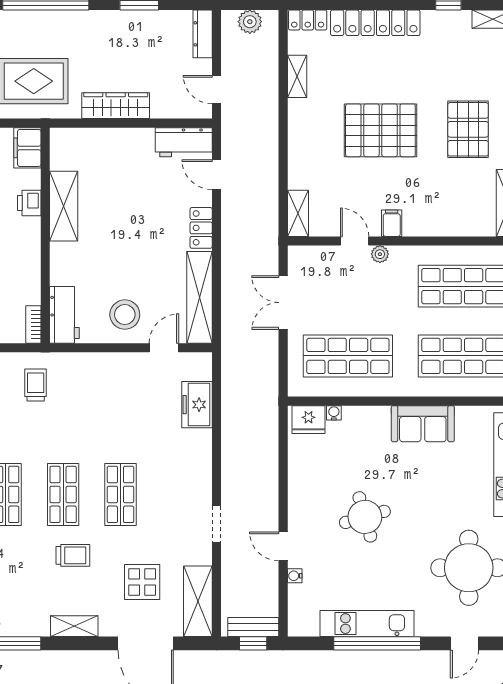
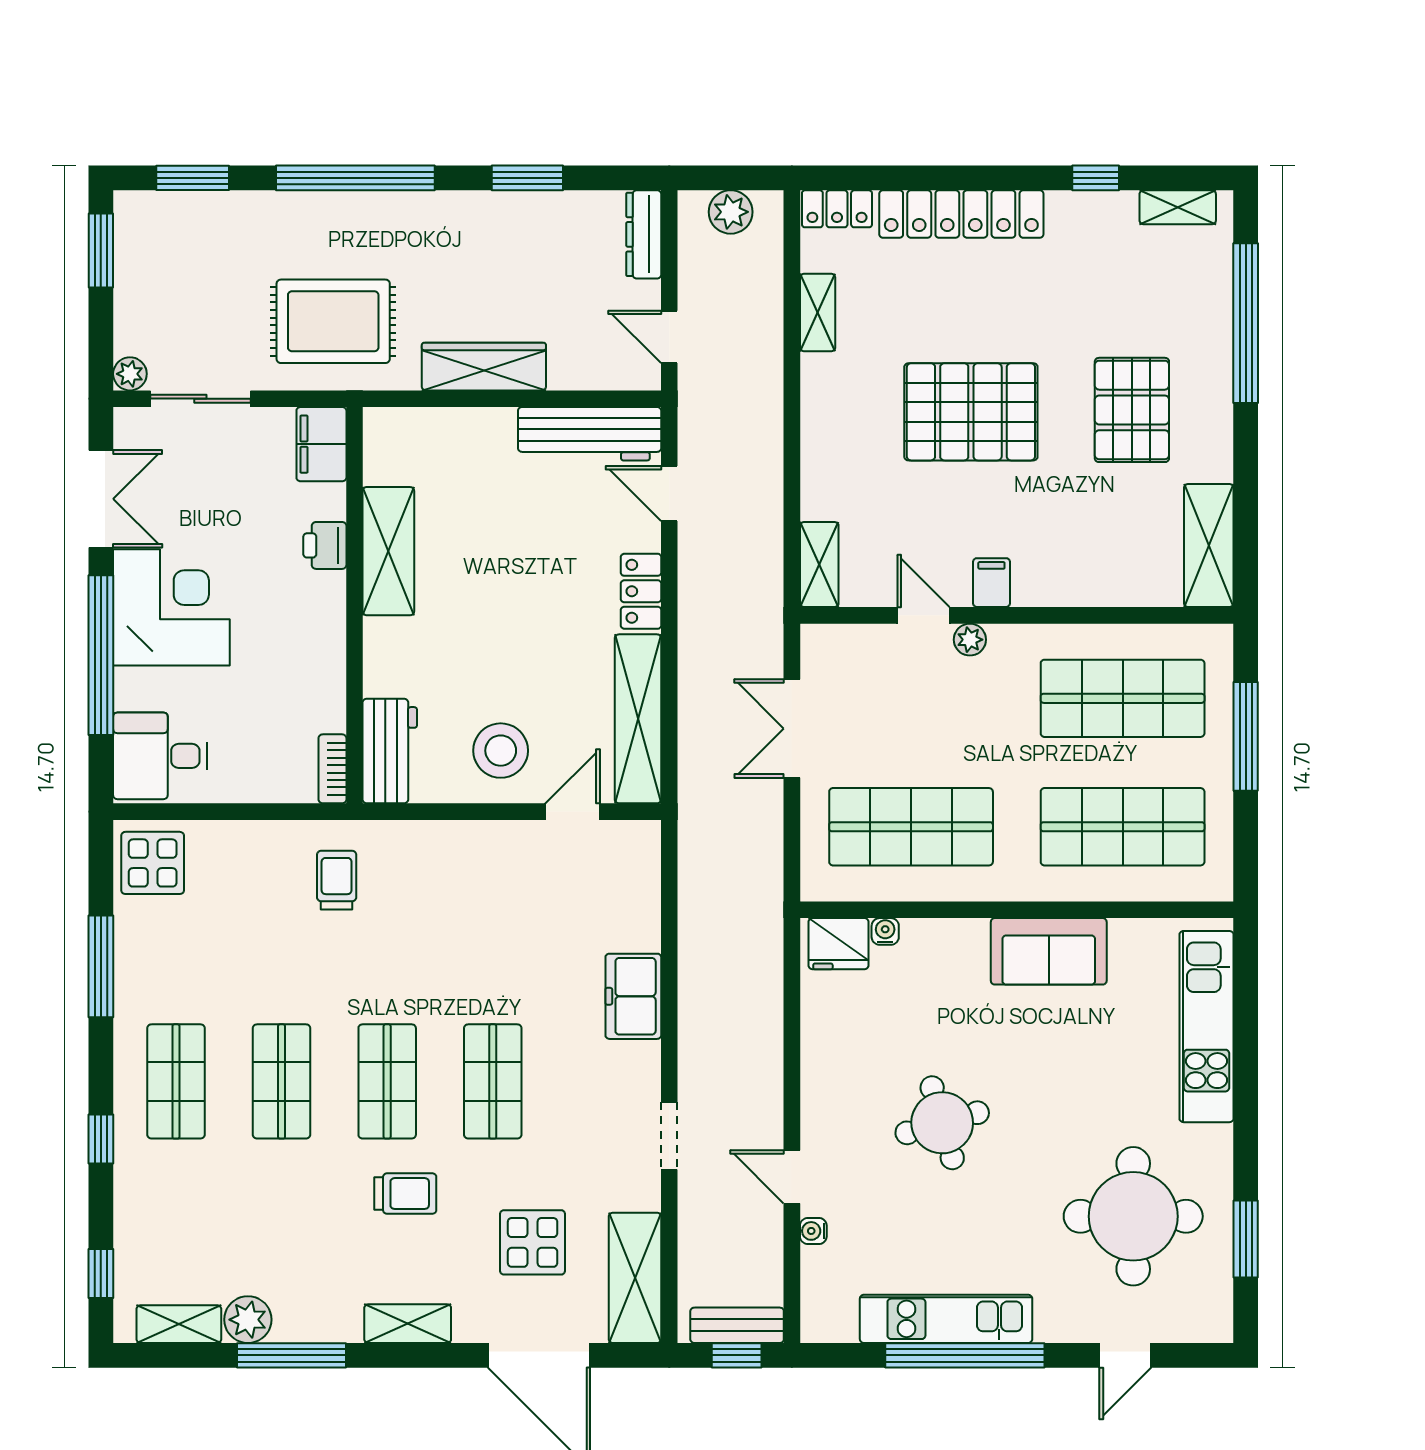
workbench: (184, 142) -> (590, 434), width x1.38
freezer: (197, 405) -> (633, 996), moved

